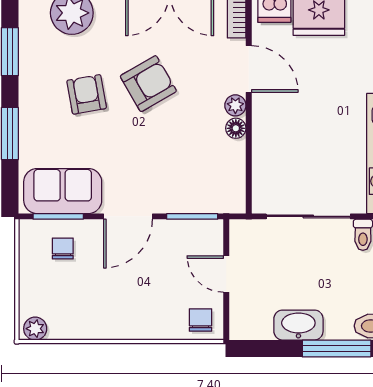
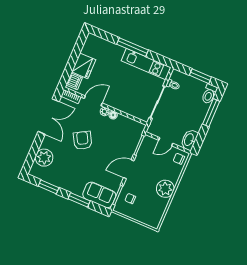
armchair: (87, 94) -> (77, 165), removed
sofa: (63, 191) -> (99, 195), moved, turned 90
door: (128, 216) -> (129, 169), swing flipped
washbasin: (298, 325) -> (189, 140), moved
plant: (35, 329) -> (165, 189), moved, width x1.87, depth x1.87

